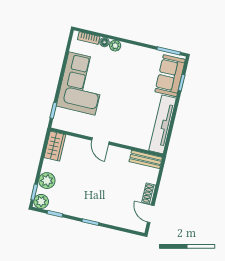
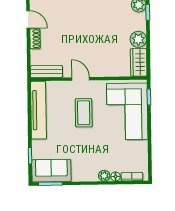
sofa: (170, 76) -> (51, 171), moved, turned -90
corner sofa: (82, 84) -> (127, 111), moved
coffee table: (120, 111) -> (84, 113), added
door: (100, 141) -> (81, 79), moved
plant: (47, 181) -> (138, 39), moved

